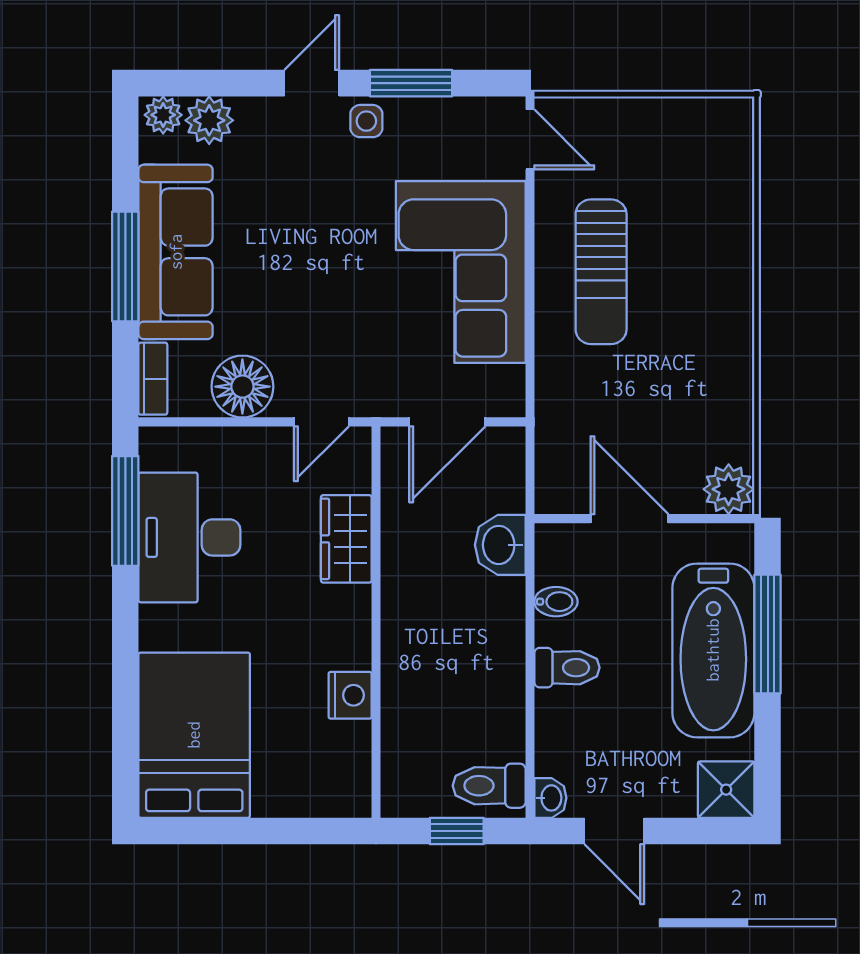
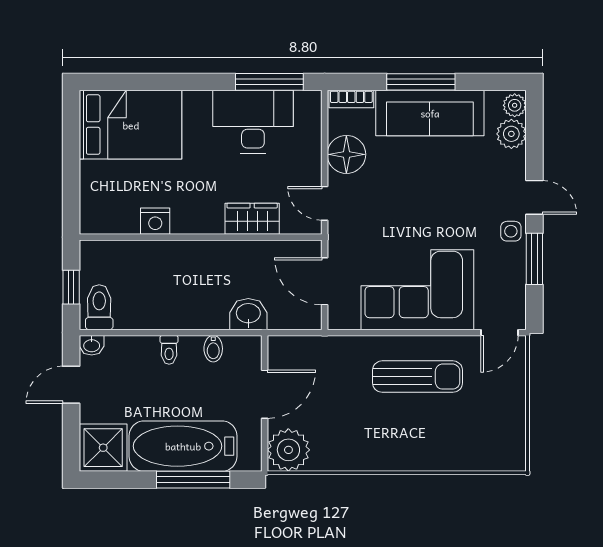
sun lounger: (601, 272) -> (418, 377), turned 180
plant: (729, 489) -> (288, 450), width x1.36, depth x1.36
toilet: (567, 668) -> (169, 350), width x0.73, depth x0.72
shower: (726, 790) -> (103, 448), width x1.36, depth x1.36

